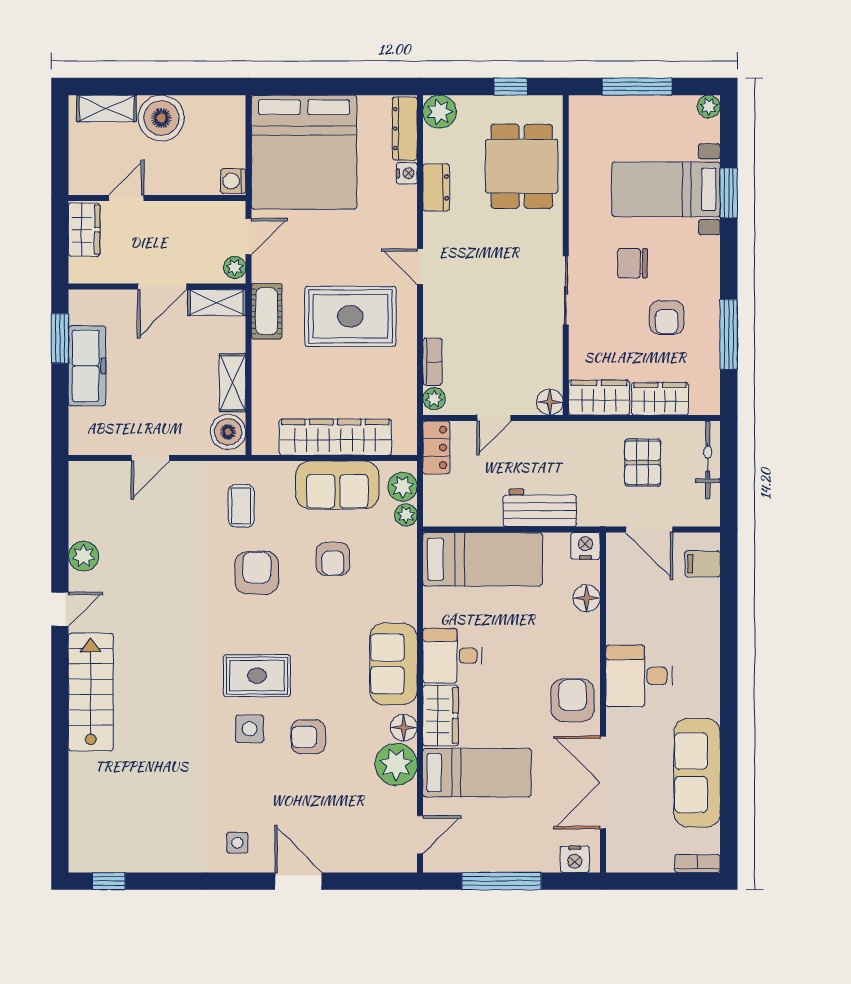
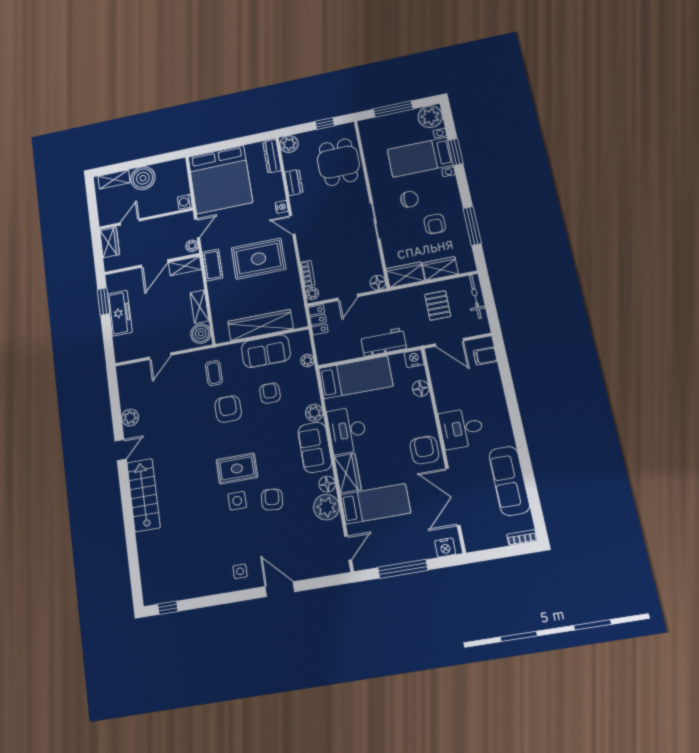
plant: (709, 106) -> (430, 117), width x1.88, depth x1.88
nightstand: (407, 173) -> (282, 207), moved
chair: (632, 263) -> (409, 199), turned 180
plant: (403, 487) -> (314, 413), moved
armchair: (333, 559) -> (270, 393), turned 180
desk: (452, 656) -> (347, 430), width x1.37
armchair: (308, 737) -> (272, 500), turned 96

